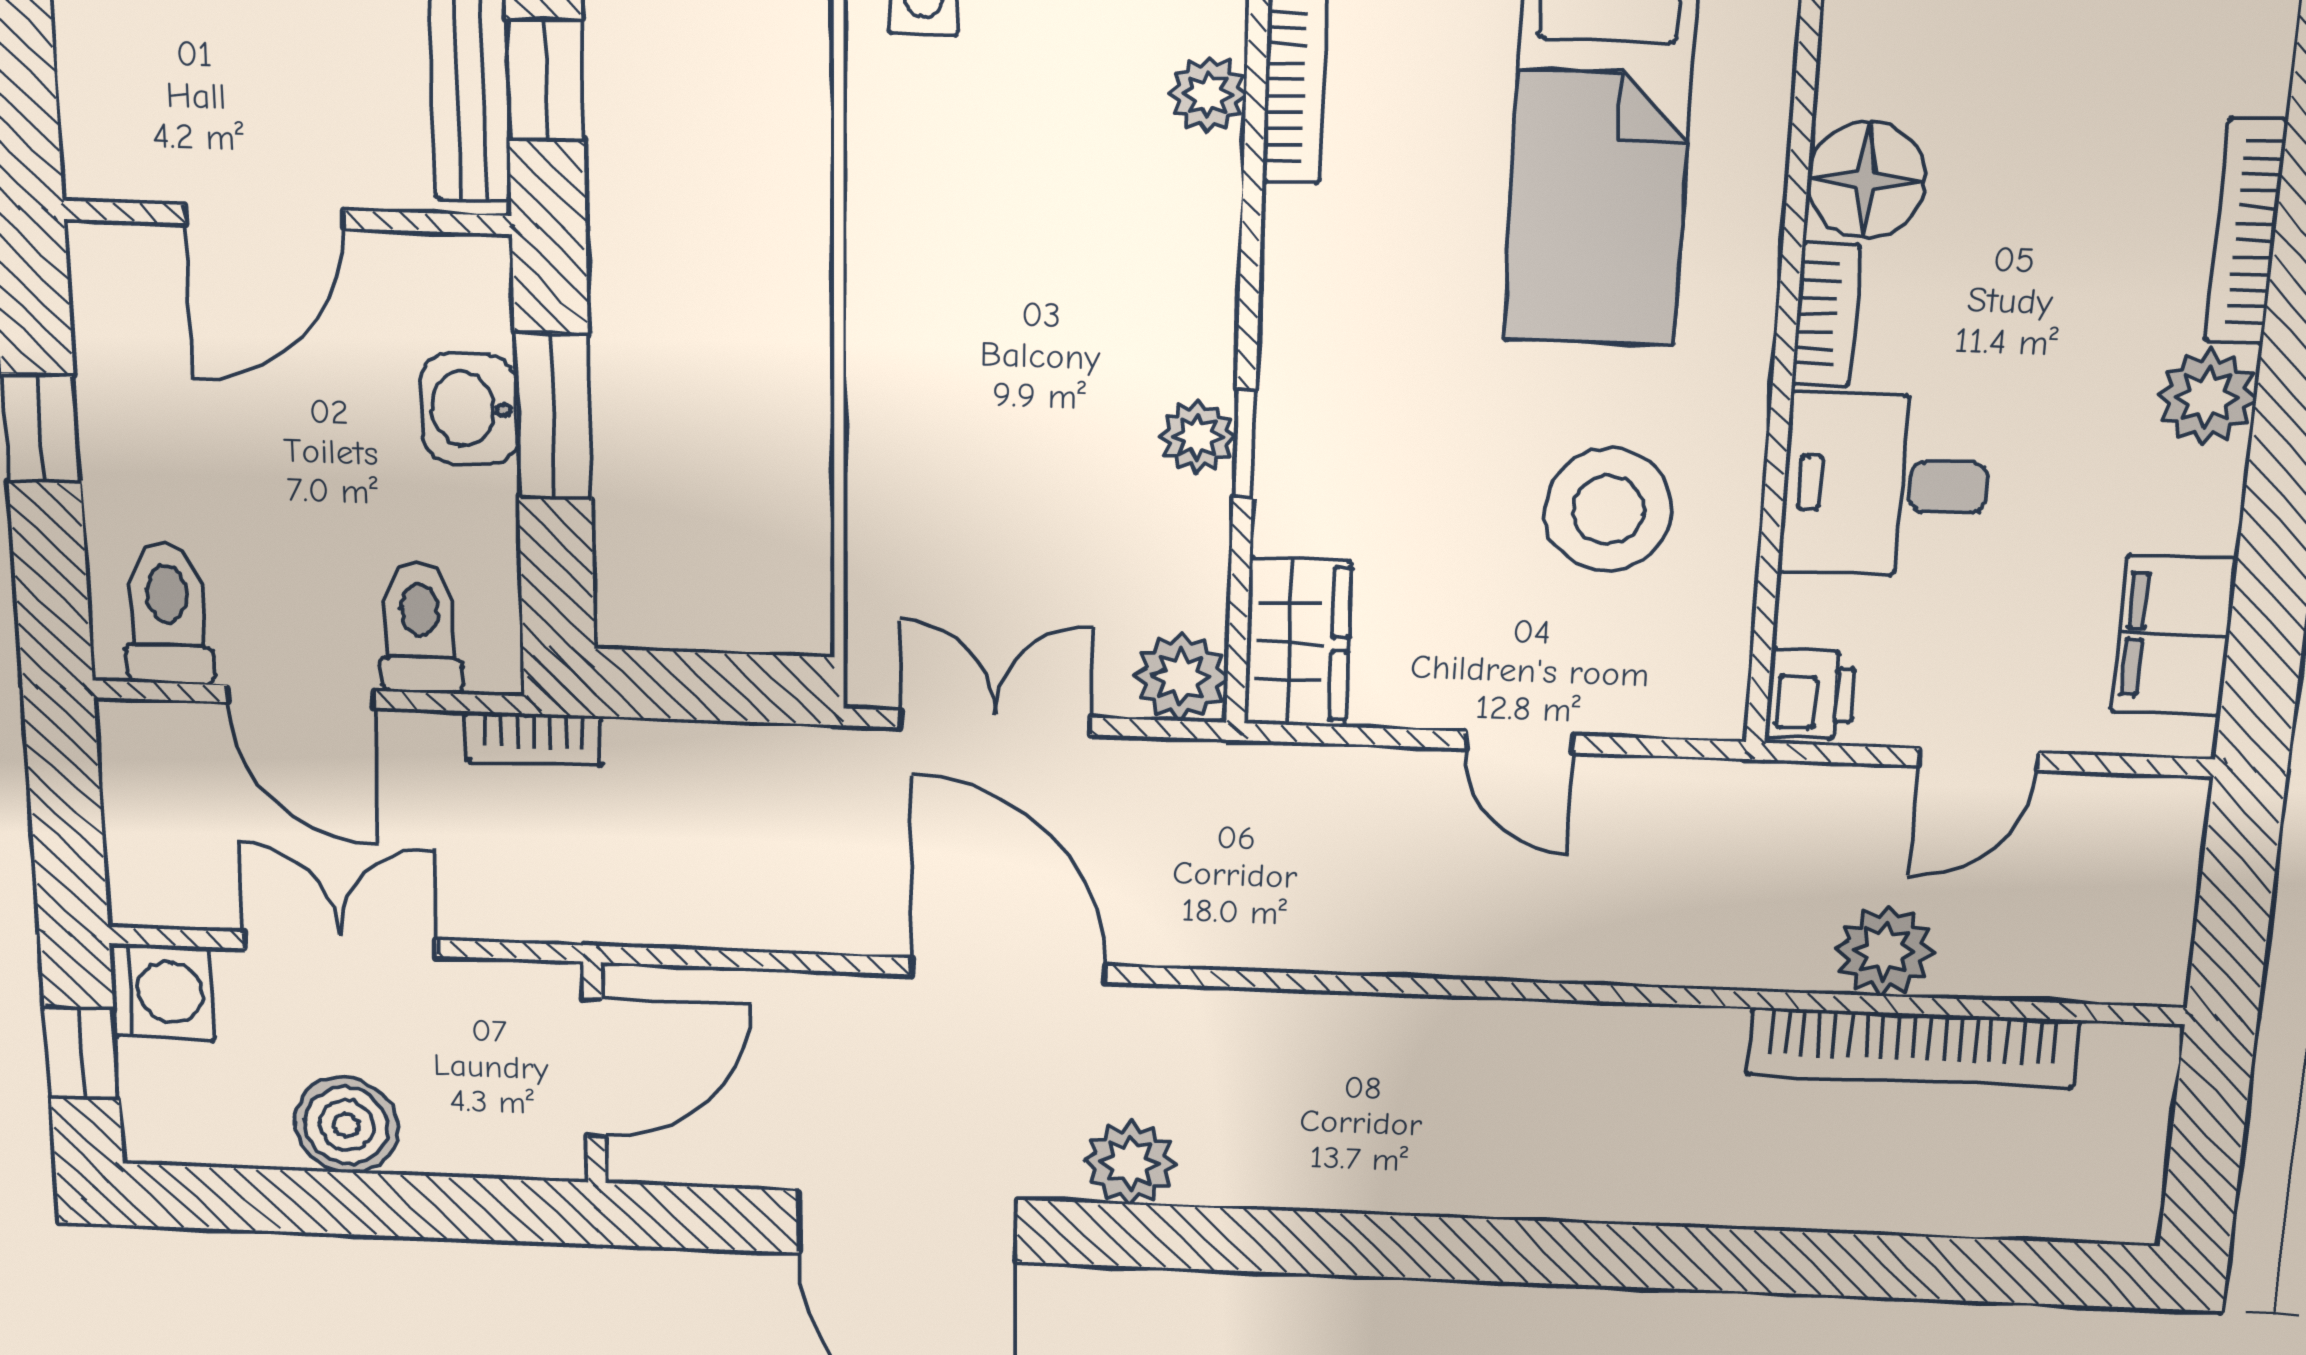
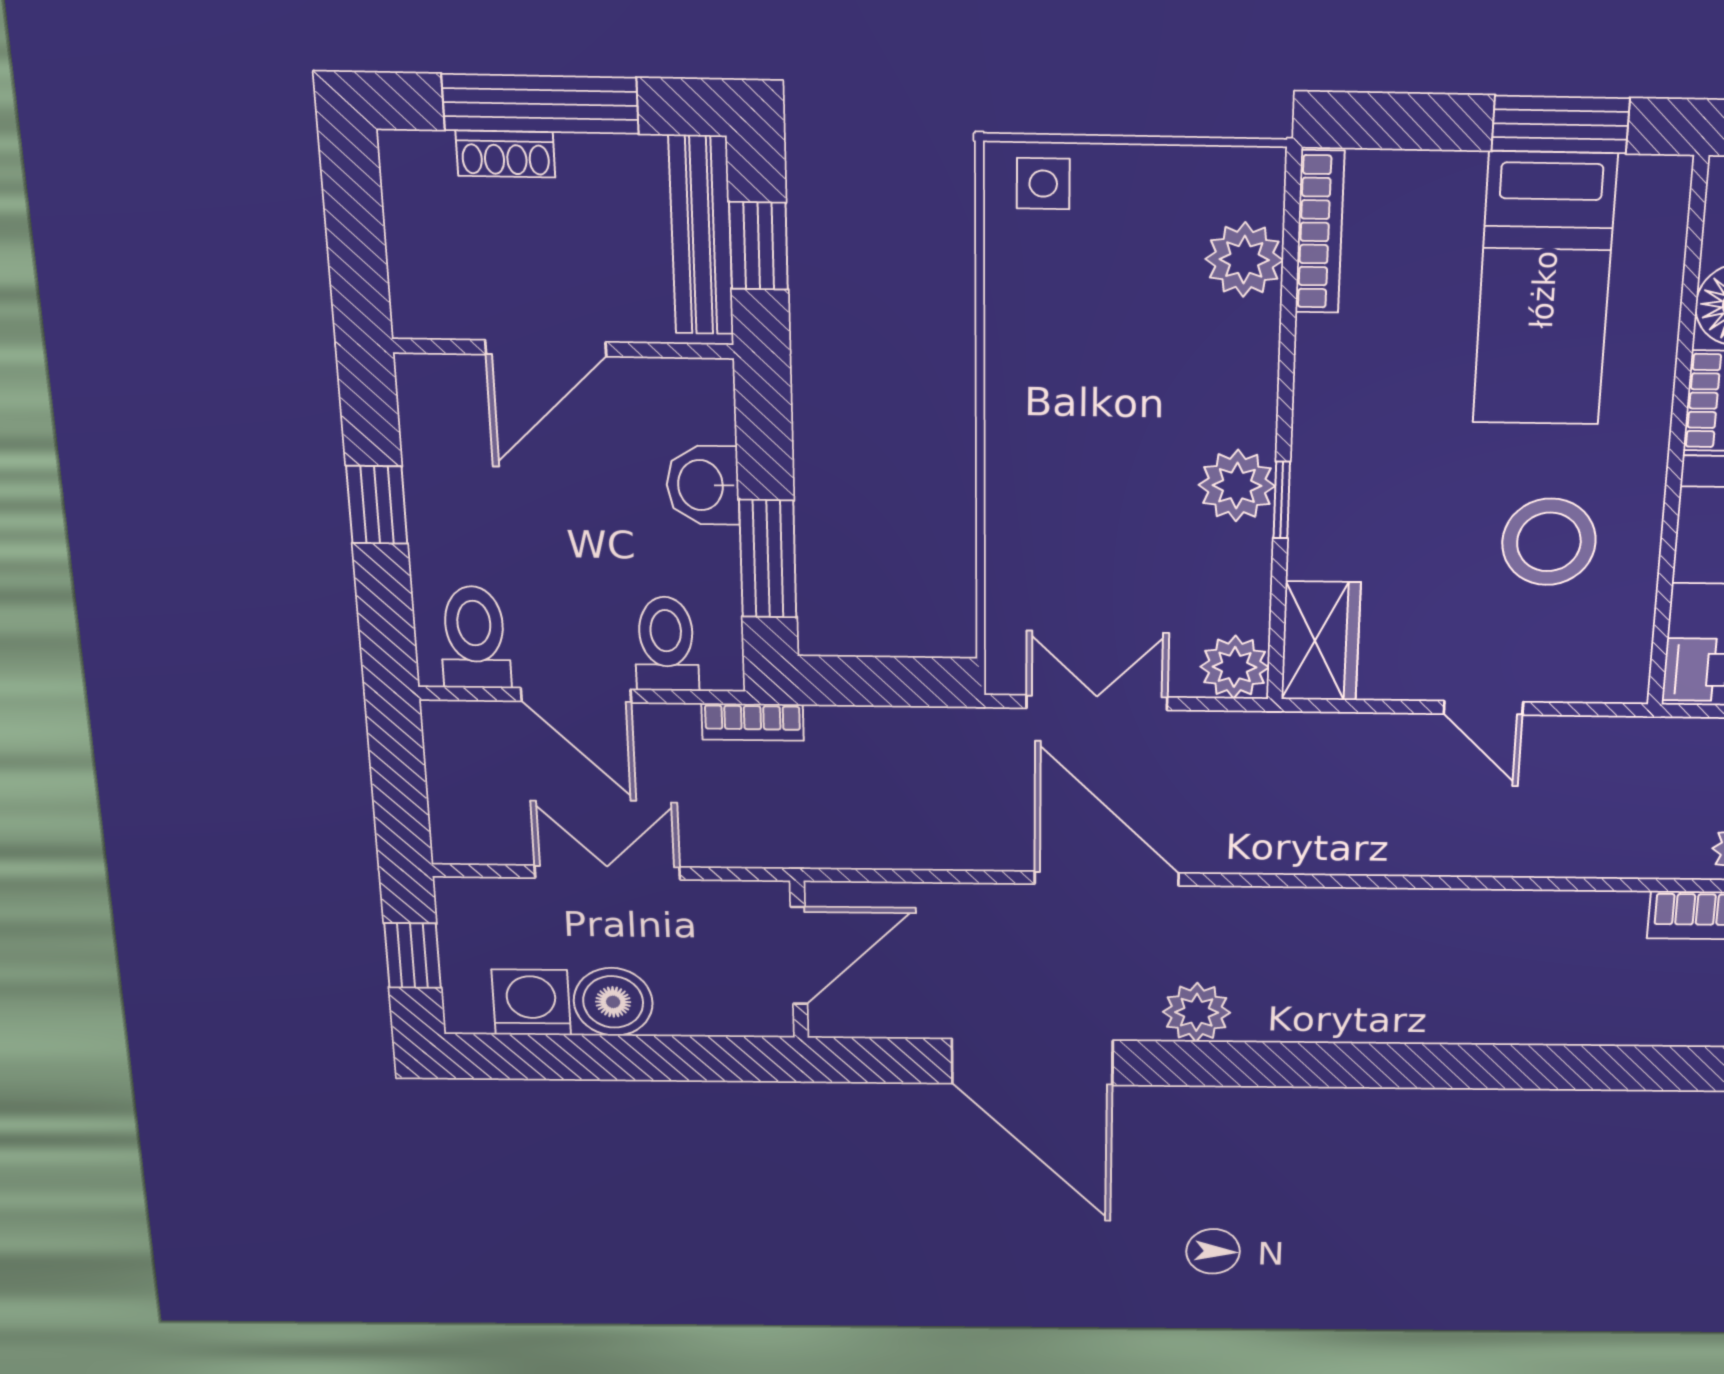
plant: (1208, 94) -> (1244, 260), width x1.38, depth x1.38
window: (553, 416) -> (768, 559), moved
plant: (1198, 437) -> (1237, 486), width x1.38, depth x1.38
washing machine: (162, 992) -> (531, 1002), moved, turned -90

